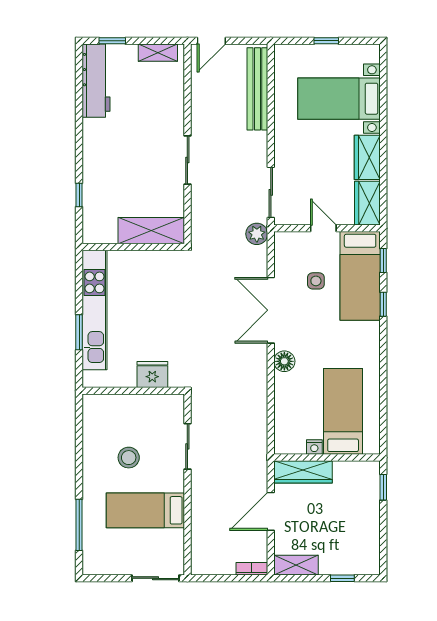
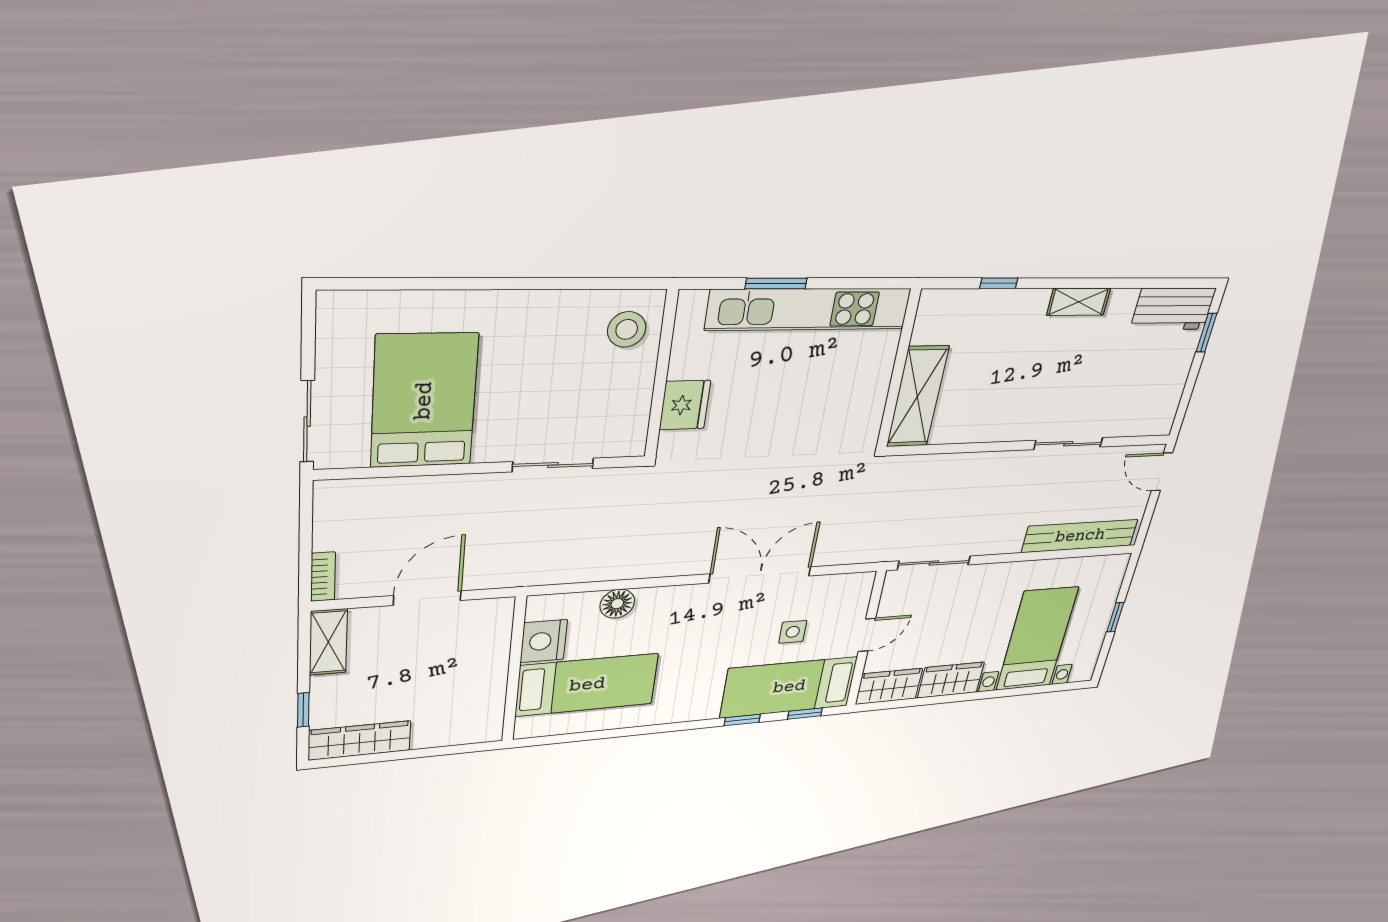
shelving: (158, 53) -> (1079, 302), moved, turned 90
workbench: (96, 81) -> (1173, 309), width x0.73
sliding door: (187, 160) -> (1068, 444), moved
plant: (257, 234) -> (878, 548), removed
floor lamp: (284, 361) -> (617, 604), moved
nightstand: (314, 447) -> (544, 641), width x1.89, depth x1.79
stool: (129, 458) -> (627, 329), moved
wardrobe: (303, 472) -> (360, 740), moved, turned 90
window: (383, 487) -> (458, 749), removed
bed: (145, 510) -> (424, 401), width x1.50
door: (271, 511) -> (427, 598), hinge flipped
window: (79, 525) -> (419, 284), removed

